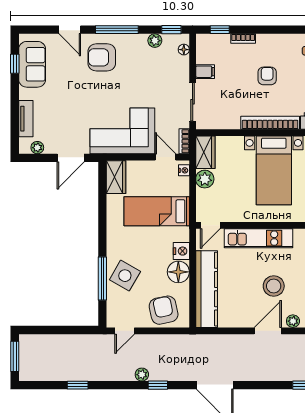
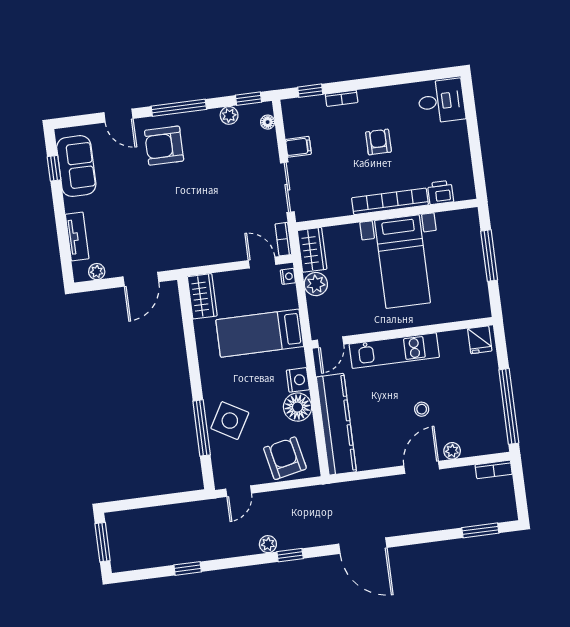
corner sofa: (122, 131) -> (203, 236), removed
stool: (274, 286) -> (422, 409), width x0.53, depth x0.53

